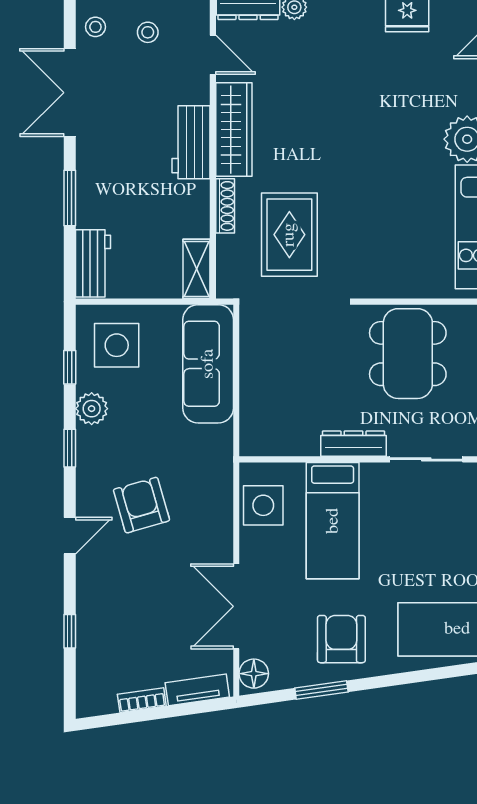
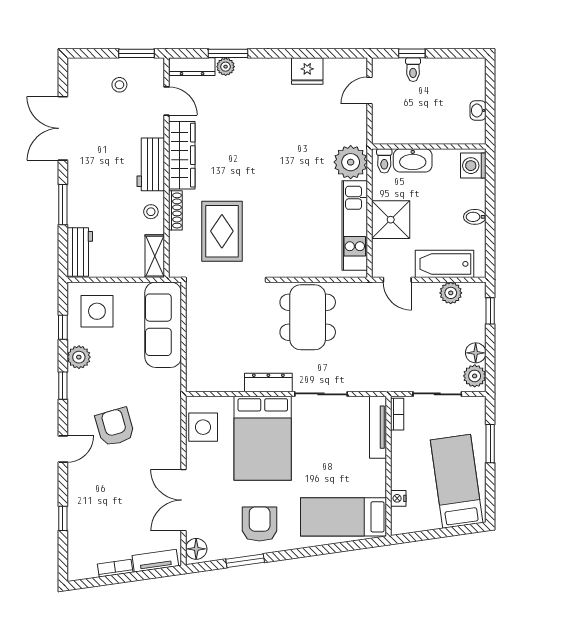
stool: (95, 27) -> (151, 212), moved
bed: (333, 521) -> (263, 438), width x1.50

